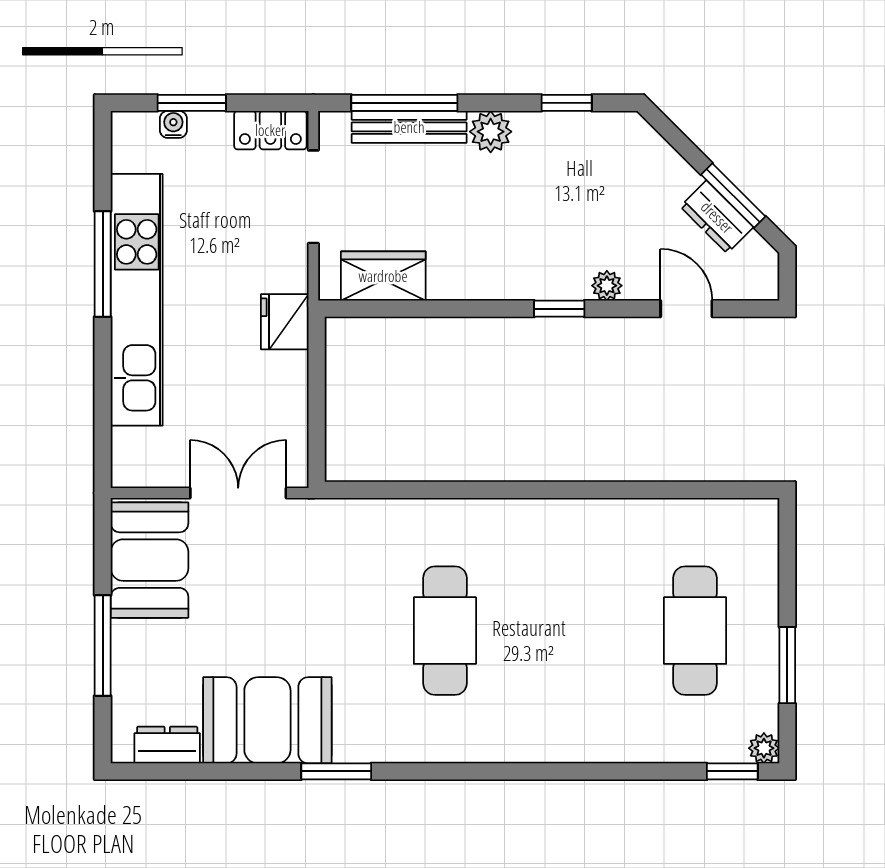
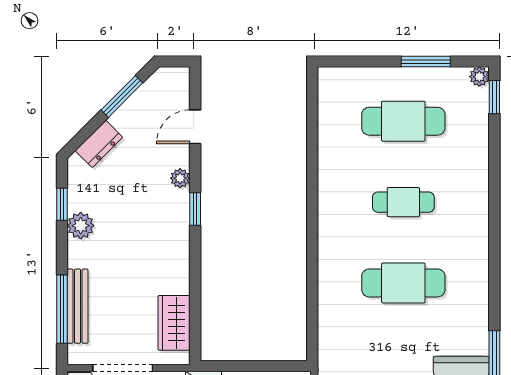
plant: (491, 132) -> (81, 226), moved
dresser: (717, 217) -> (99, 144), moved
cafe table: (570, 631) -> (403, 202), added

